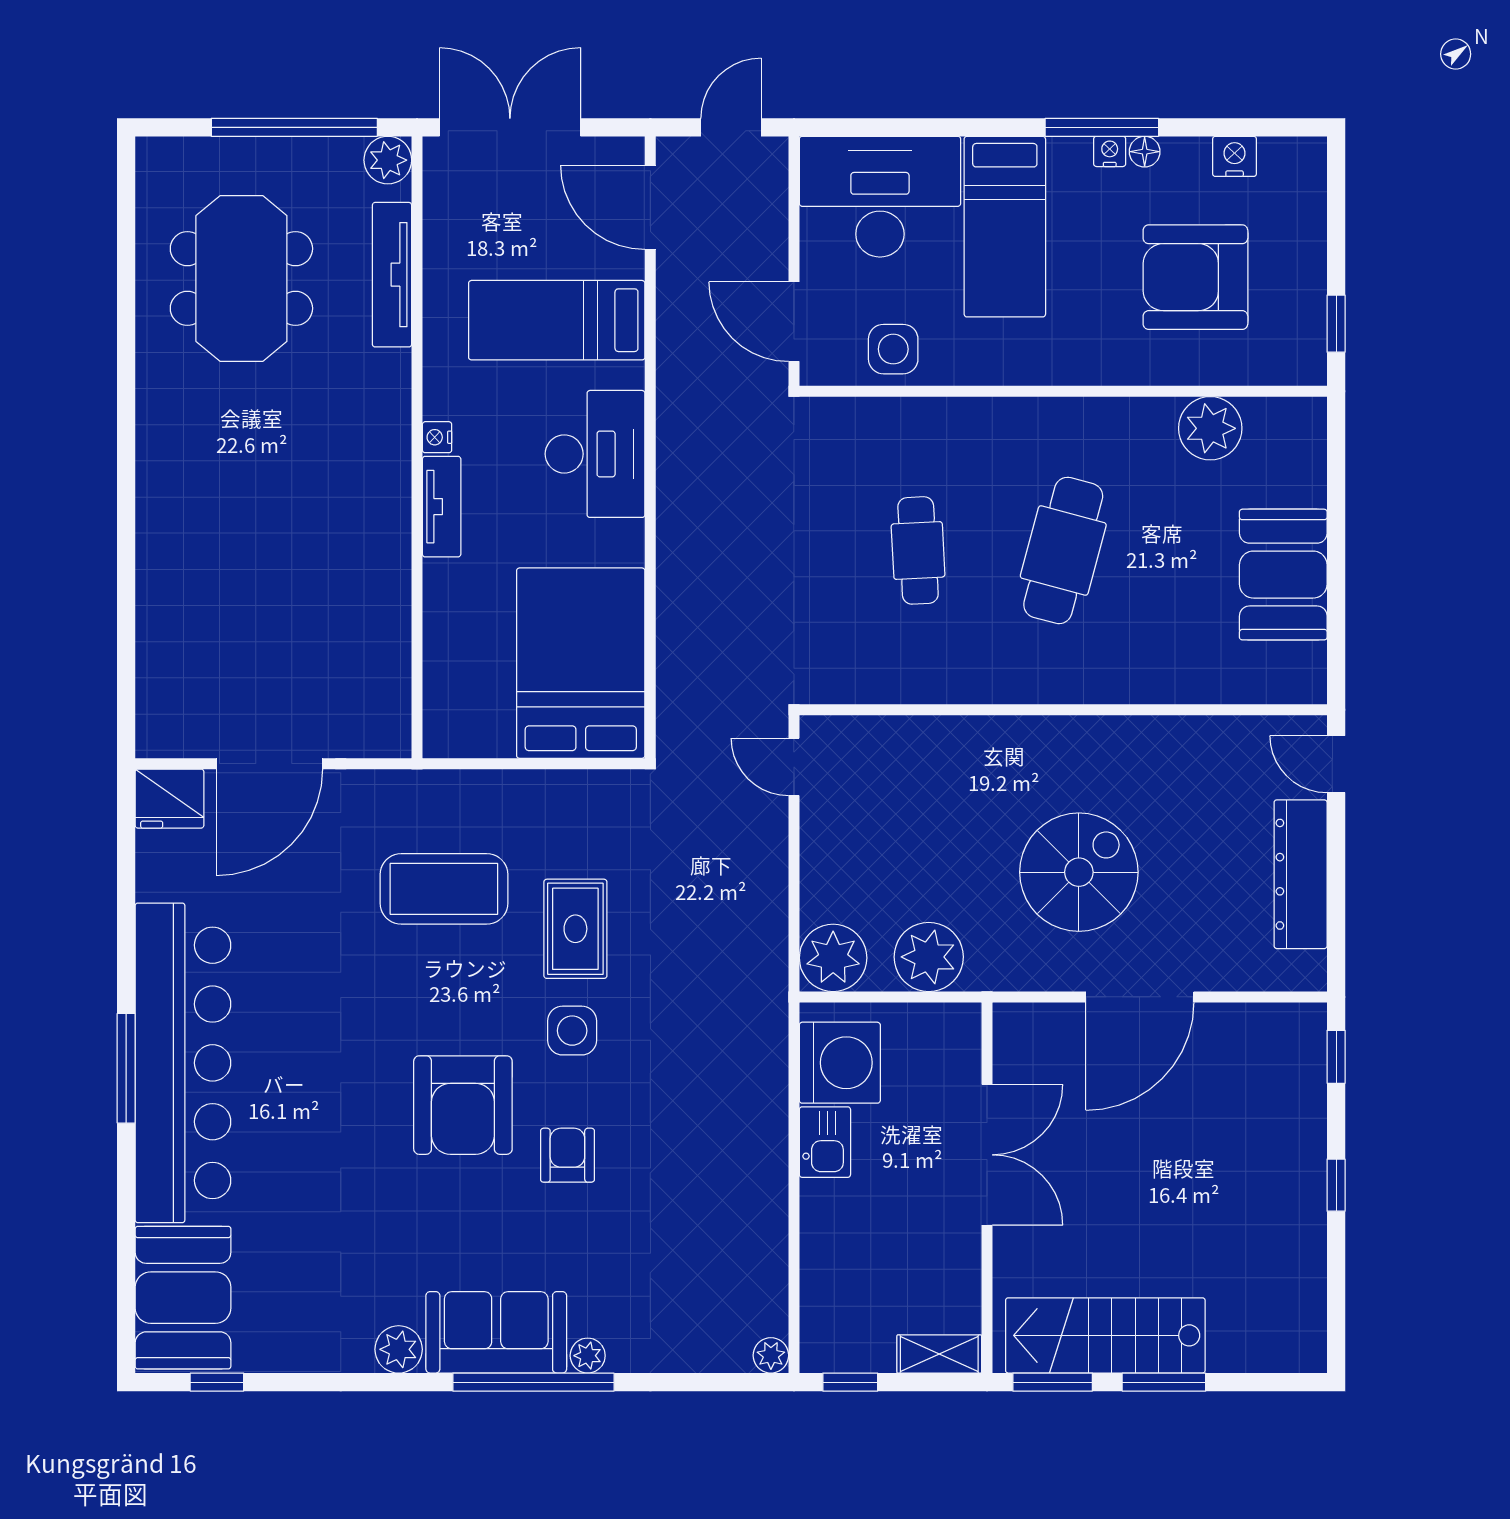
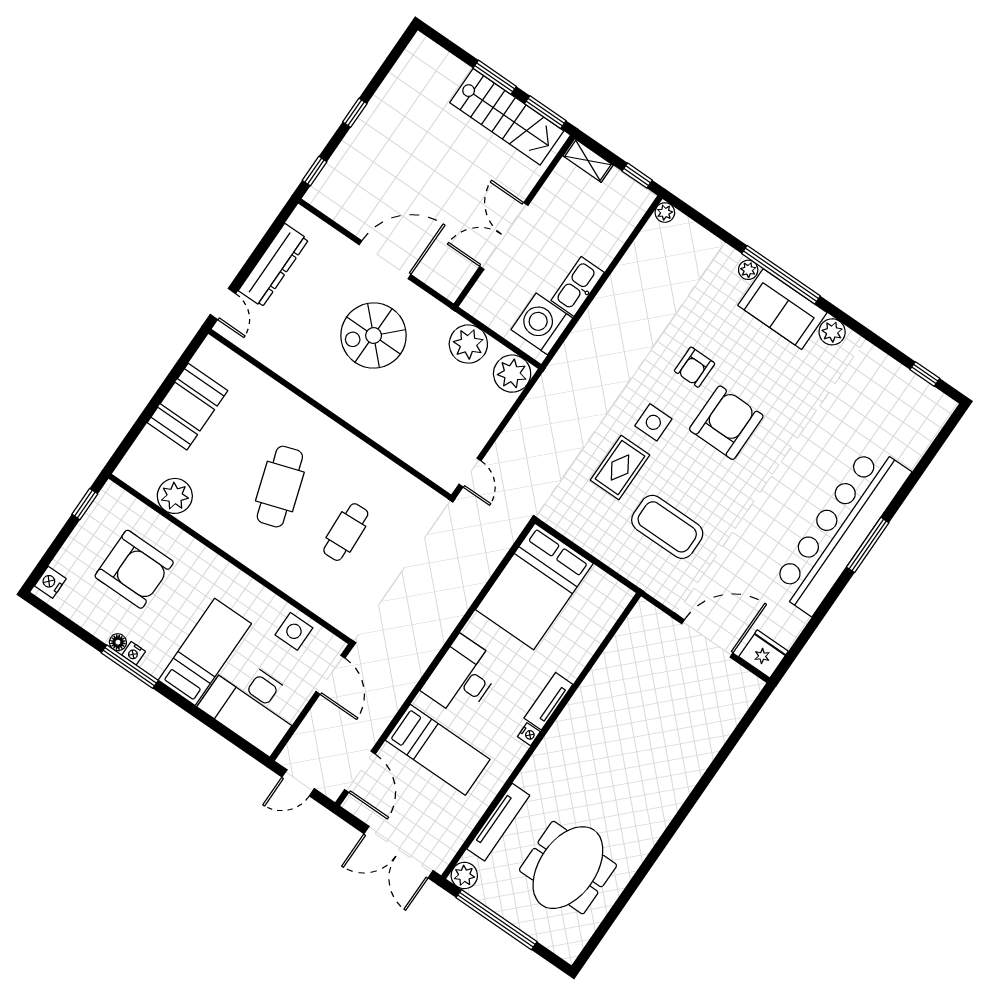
nightstand: (1235, 156) -> (50, 582), moved, turned 90
cafe table: (1063, 550) -> (280, 487), turned -33
kitchen sink: (825, 1142) -> (578, 286), width x1.38
booth: (183, 1298) -> (914, 423), removed

